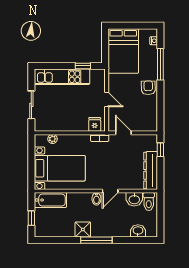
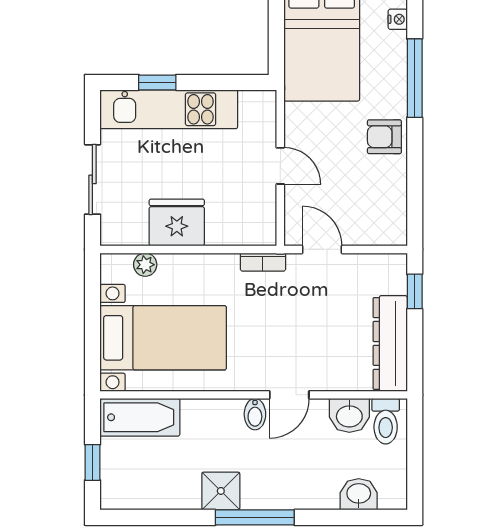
window: (83, 66) -> (157, 82), moved
armchair: (148, 88) -> (384, 137), turned -89
fridge: (95, 124) -> (177, 223), moved, width x1.88, depth x1.34

